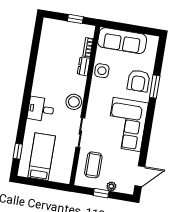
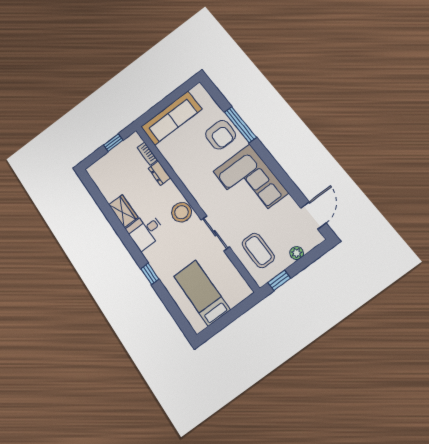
wardrobe: (42, 67) -> (123, 211), added
side table: (102, 71) -> (179, 160), removed
window: (155, 87) -> (240, 125), width x1.44
desk: (41, 109) -> (145, 231), moved
window: (18, 151) -> (150, 274), moved
window: (101, 193) -> (279, 280), moved

